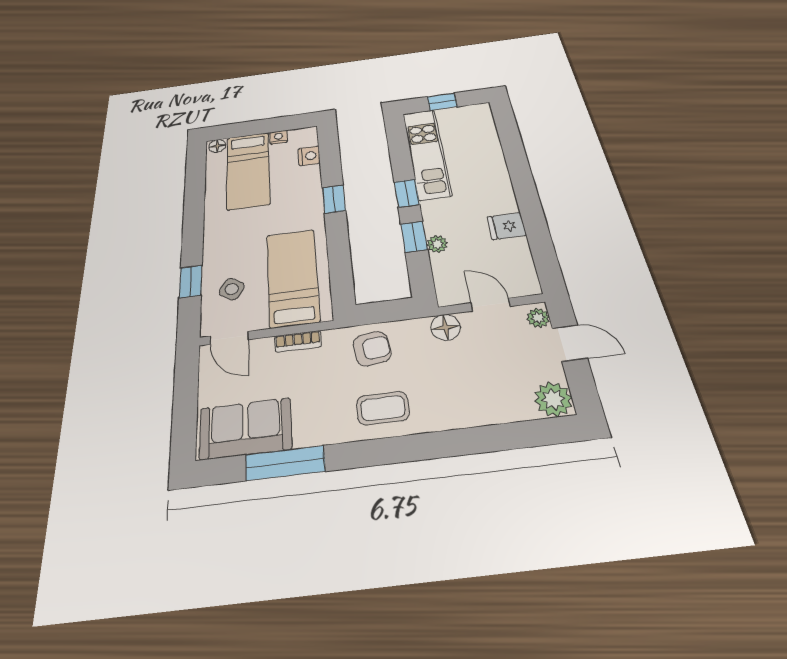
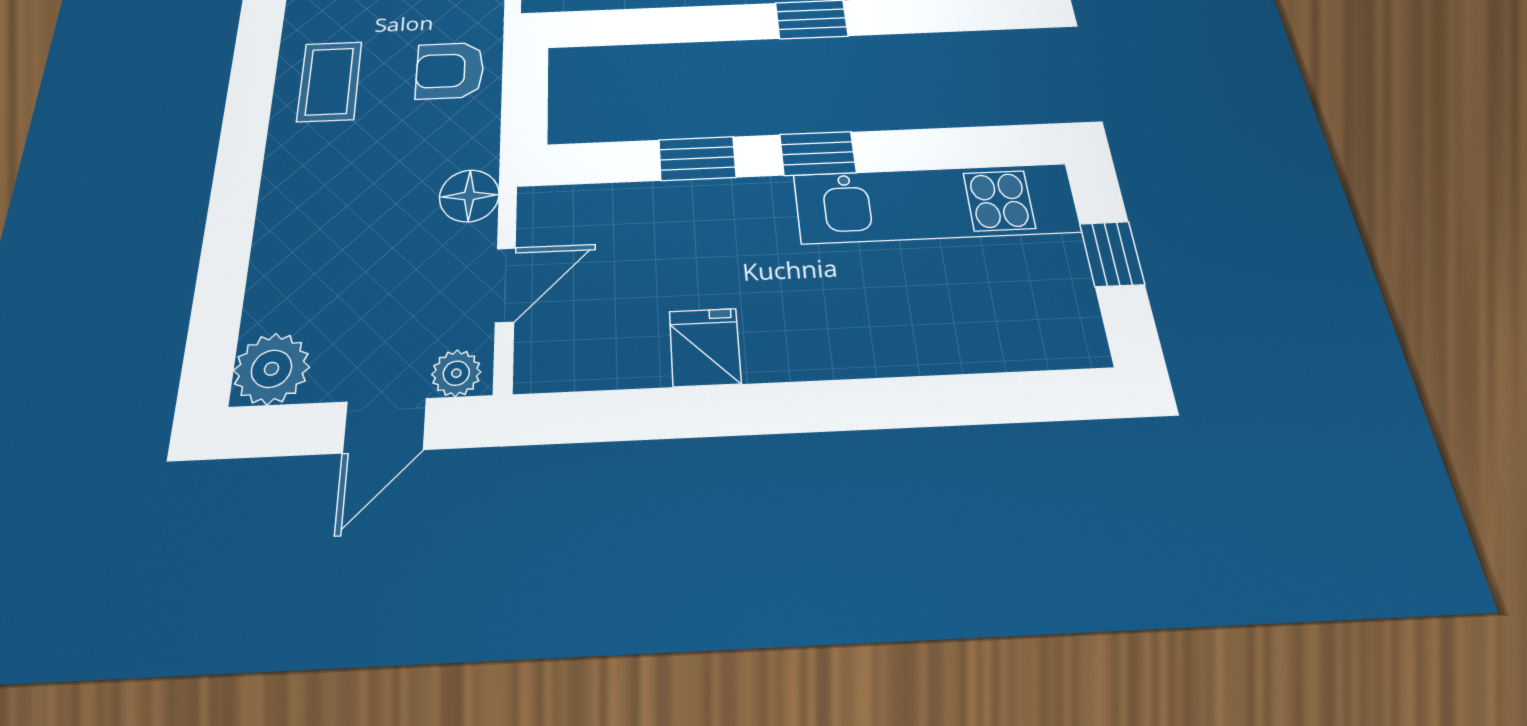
plant: (437, 244) -> (673, 200), removed
armchair: (372, 349) -> (450, 71), turned 97

